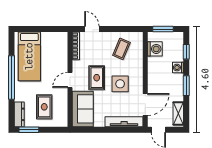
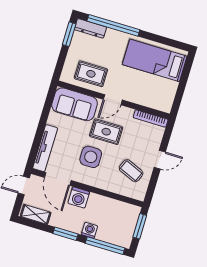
door: (92, 29) -> (160, 160), moved
washing machine: (155, 49) -> (79, 197), moved
window: (186, 52) -> (105, 246), width x2.17
window: (12, 78) -> (113, 25), moved
door: (70, 80) -> (113, 100), swing flipped
rug: (44, 107) -> (91, 74), moved

